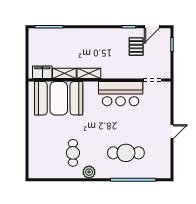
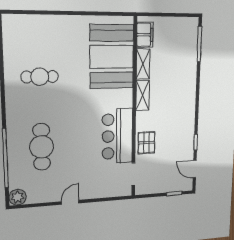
pallet: (136, 47) -> (146, 143), moved, turned 90
door: (172, 132) -> (70, 202), swing flipped
plant: (89, 172) -> (18, 197), moved

